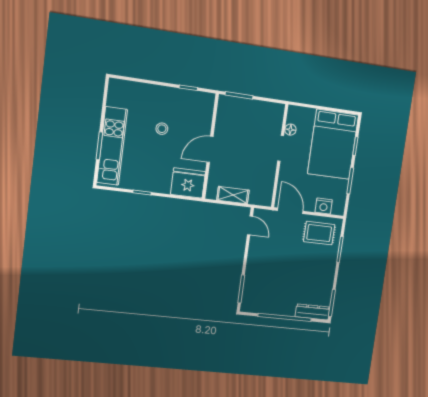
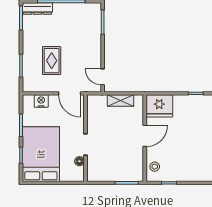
stool: (162, 129) -> (155, 167), moved
rug: (319, 233) -> (52, 61), moved, turned 90

